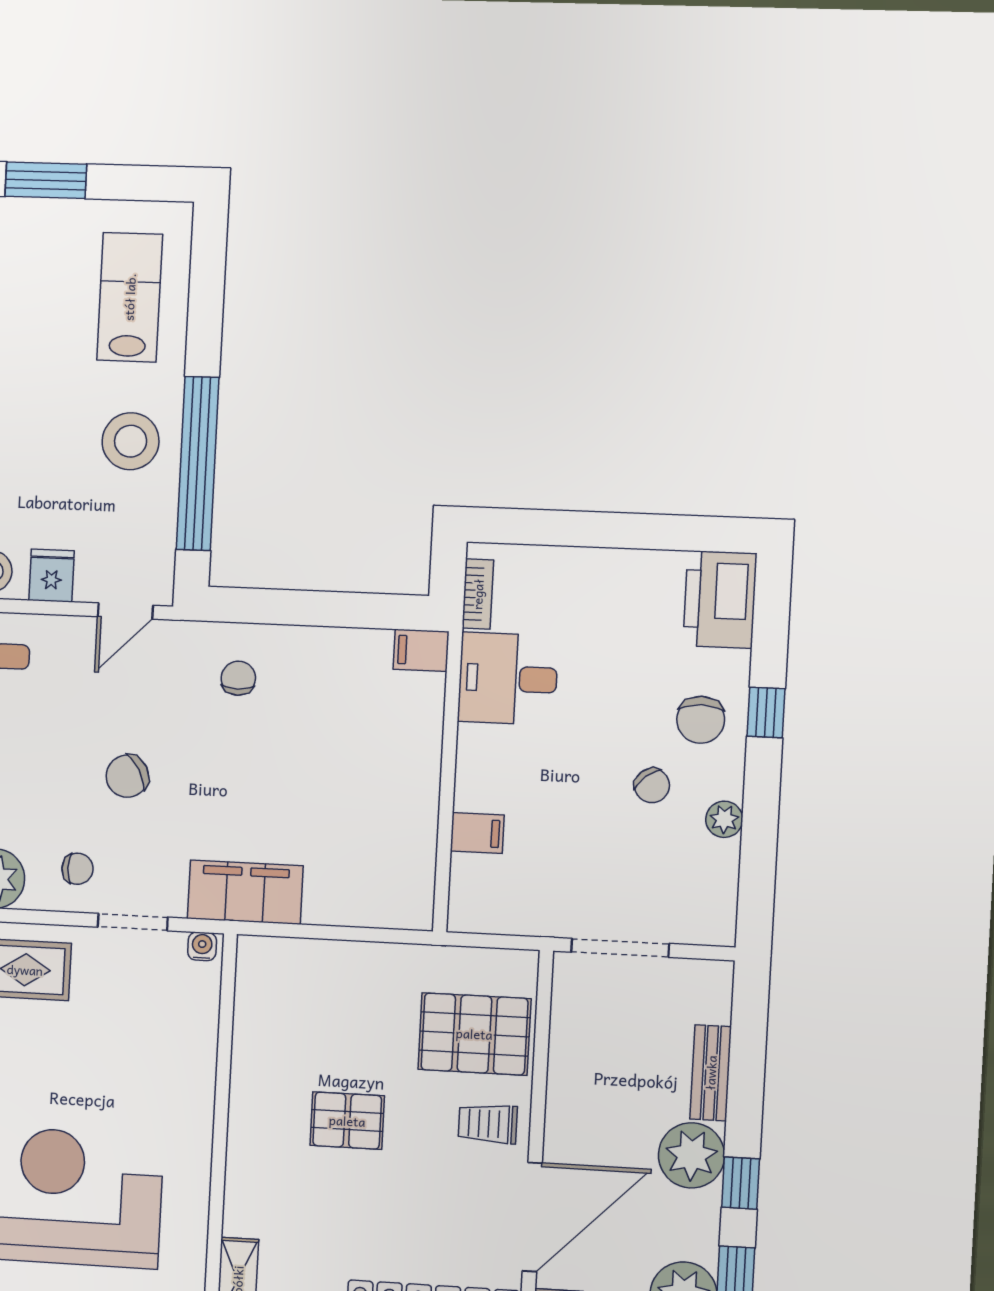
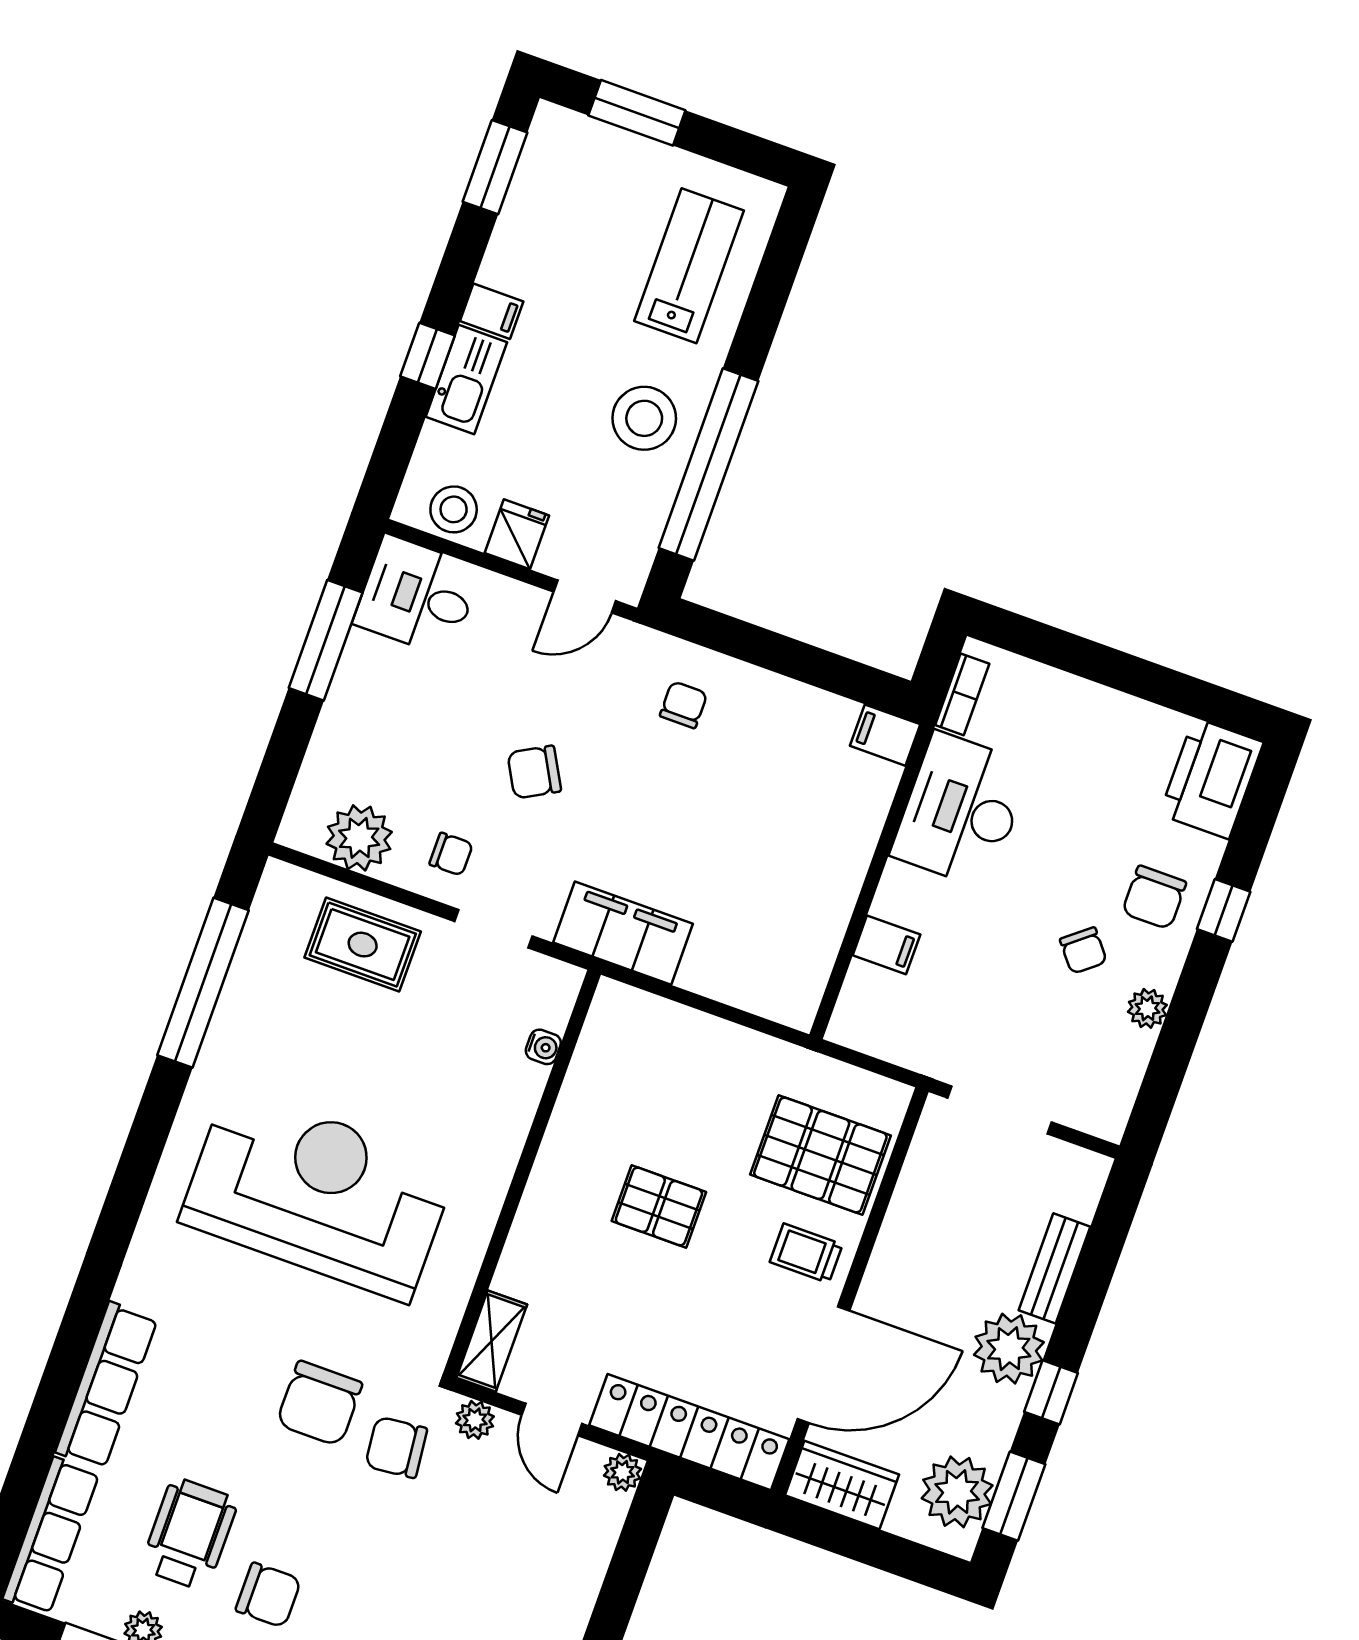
desk: (508, 679) -> (961, 810), width x1.37
water cooler: (202, 946) -> (543, 1047), moved, turned 90

